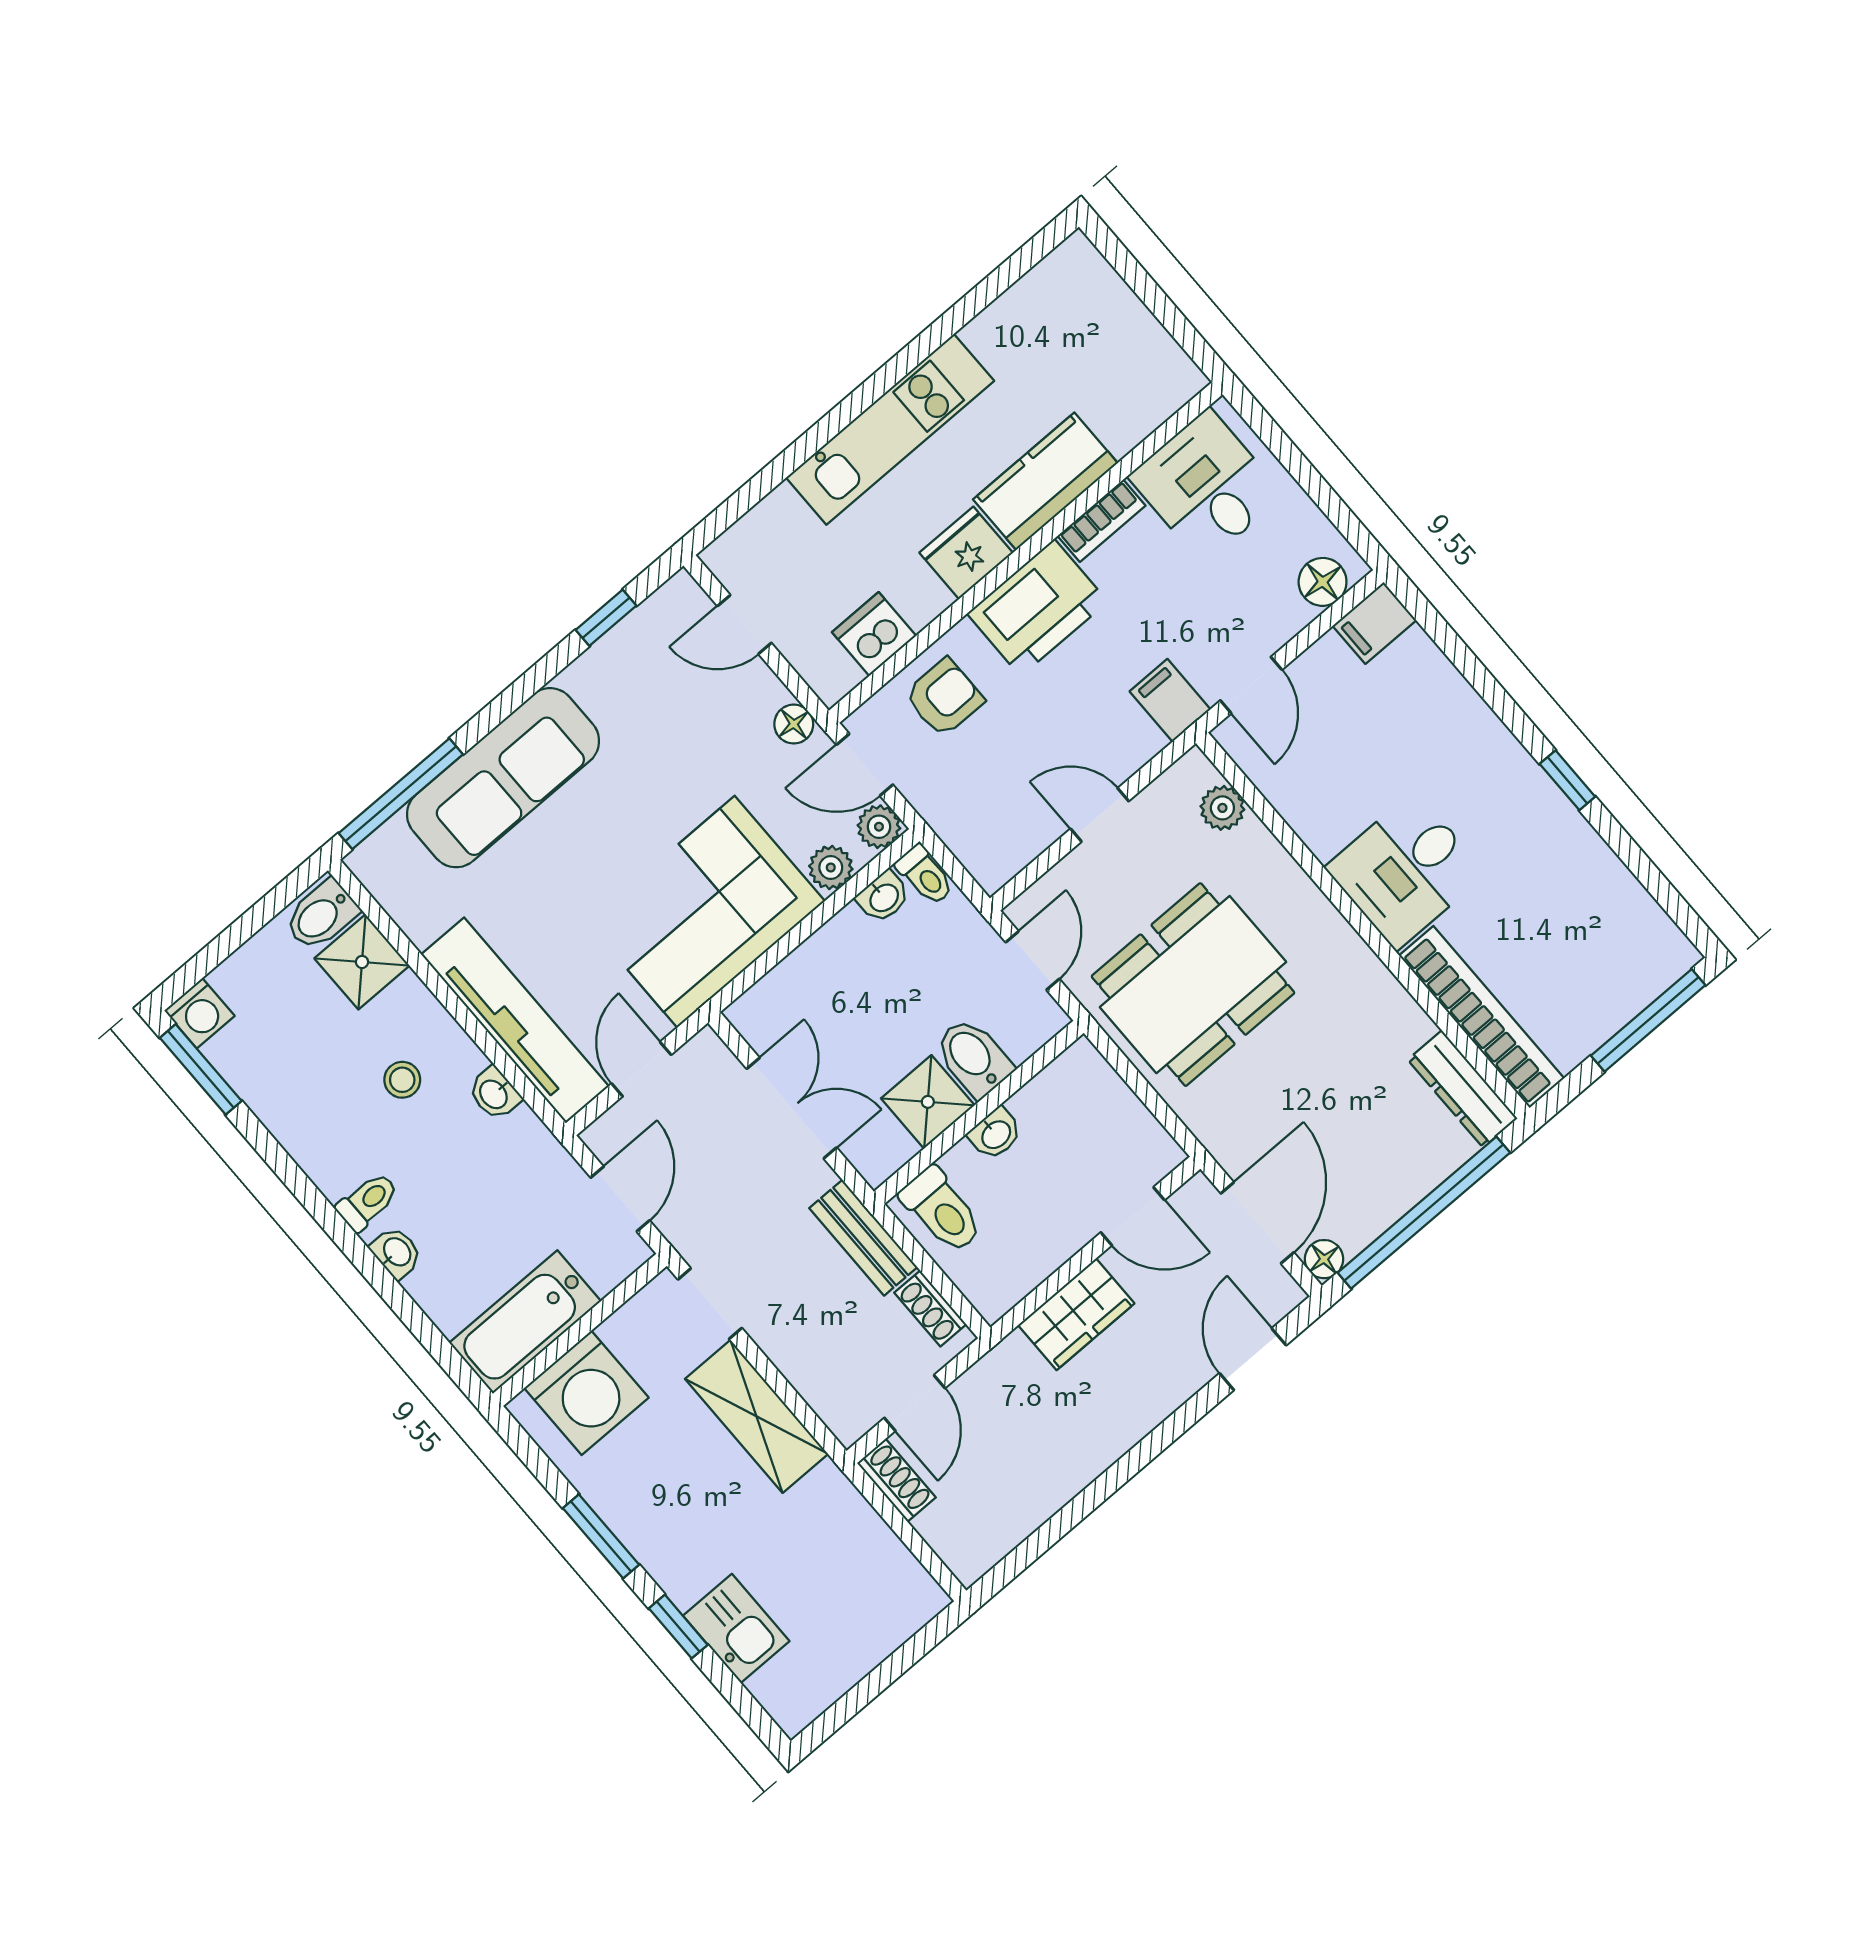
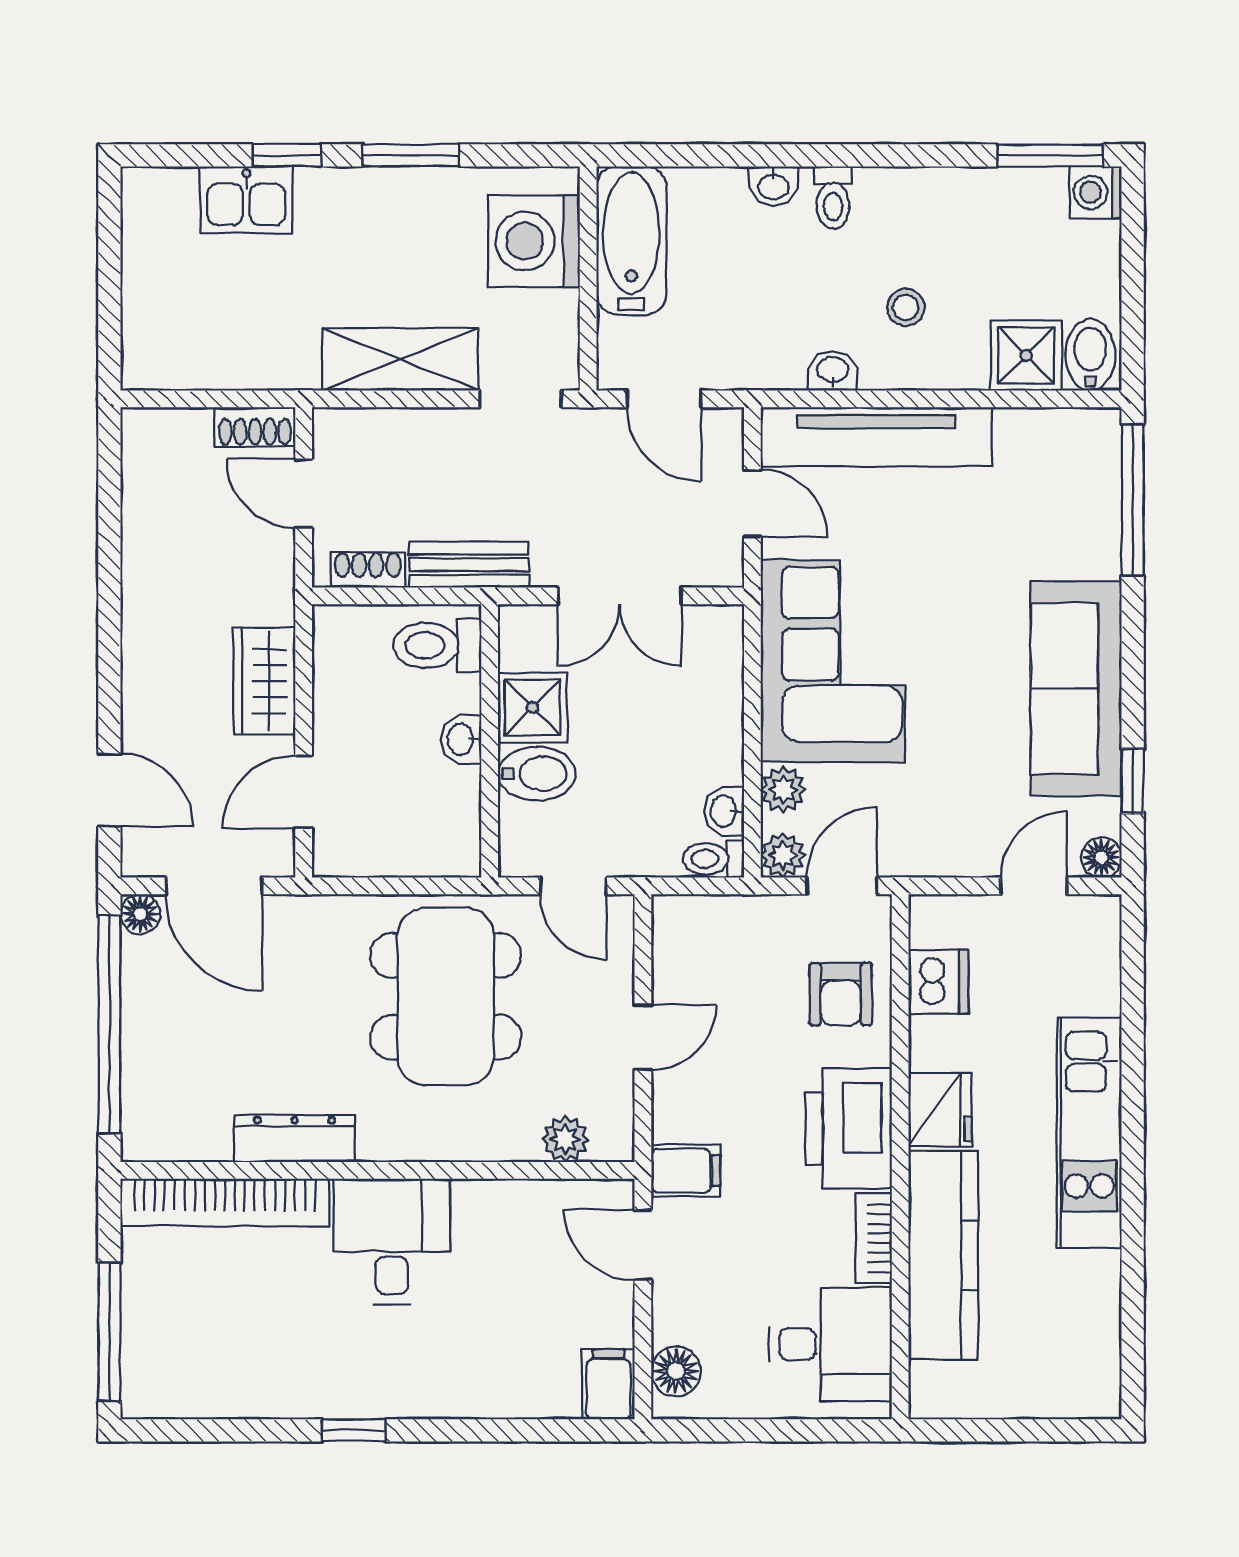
kitchen counter: (1045, 481) -> (943, 1255), width x1.50
floor lamp: (794, 724) -> (1101, 857), moved
sofa: (503, 778) -> (1076, 688), moved
dresser: (1463, 1089) -> (295, 1139), moved

